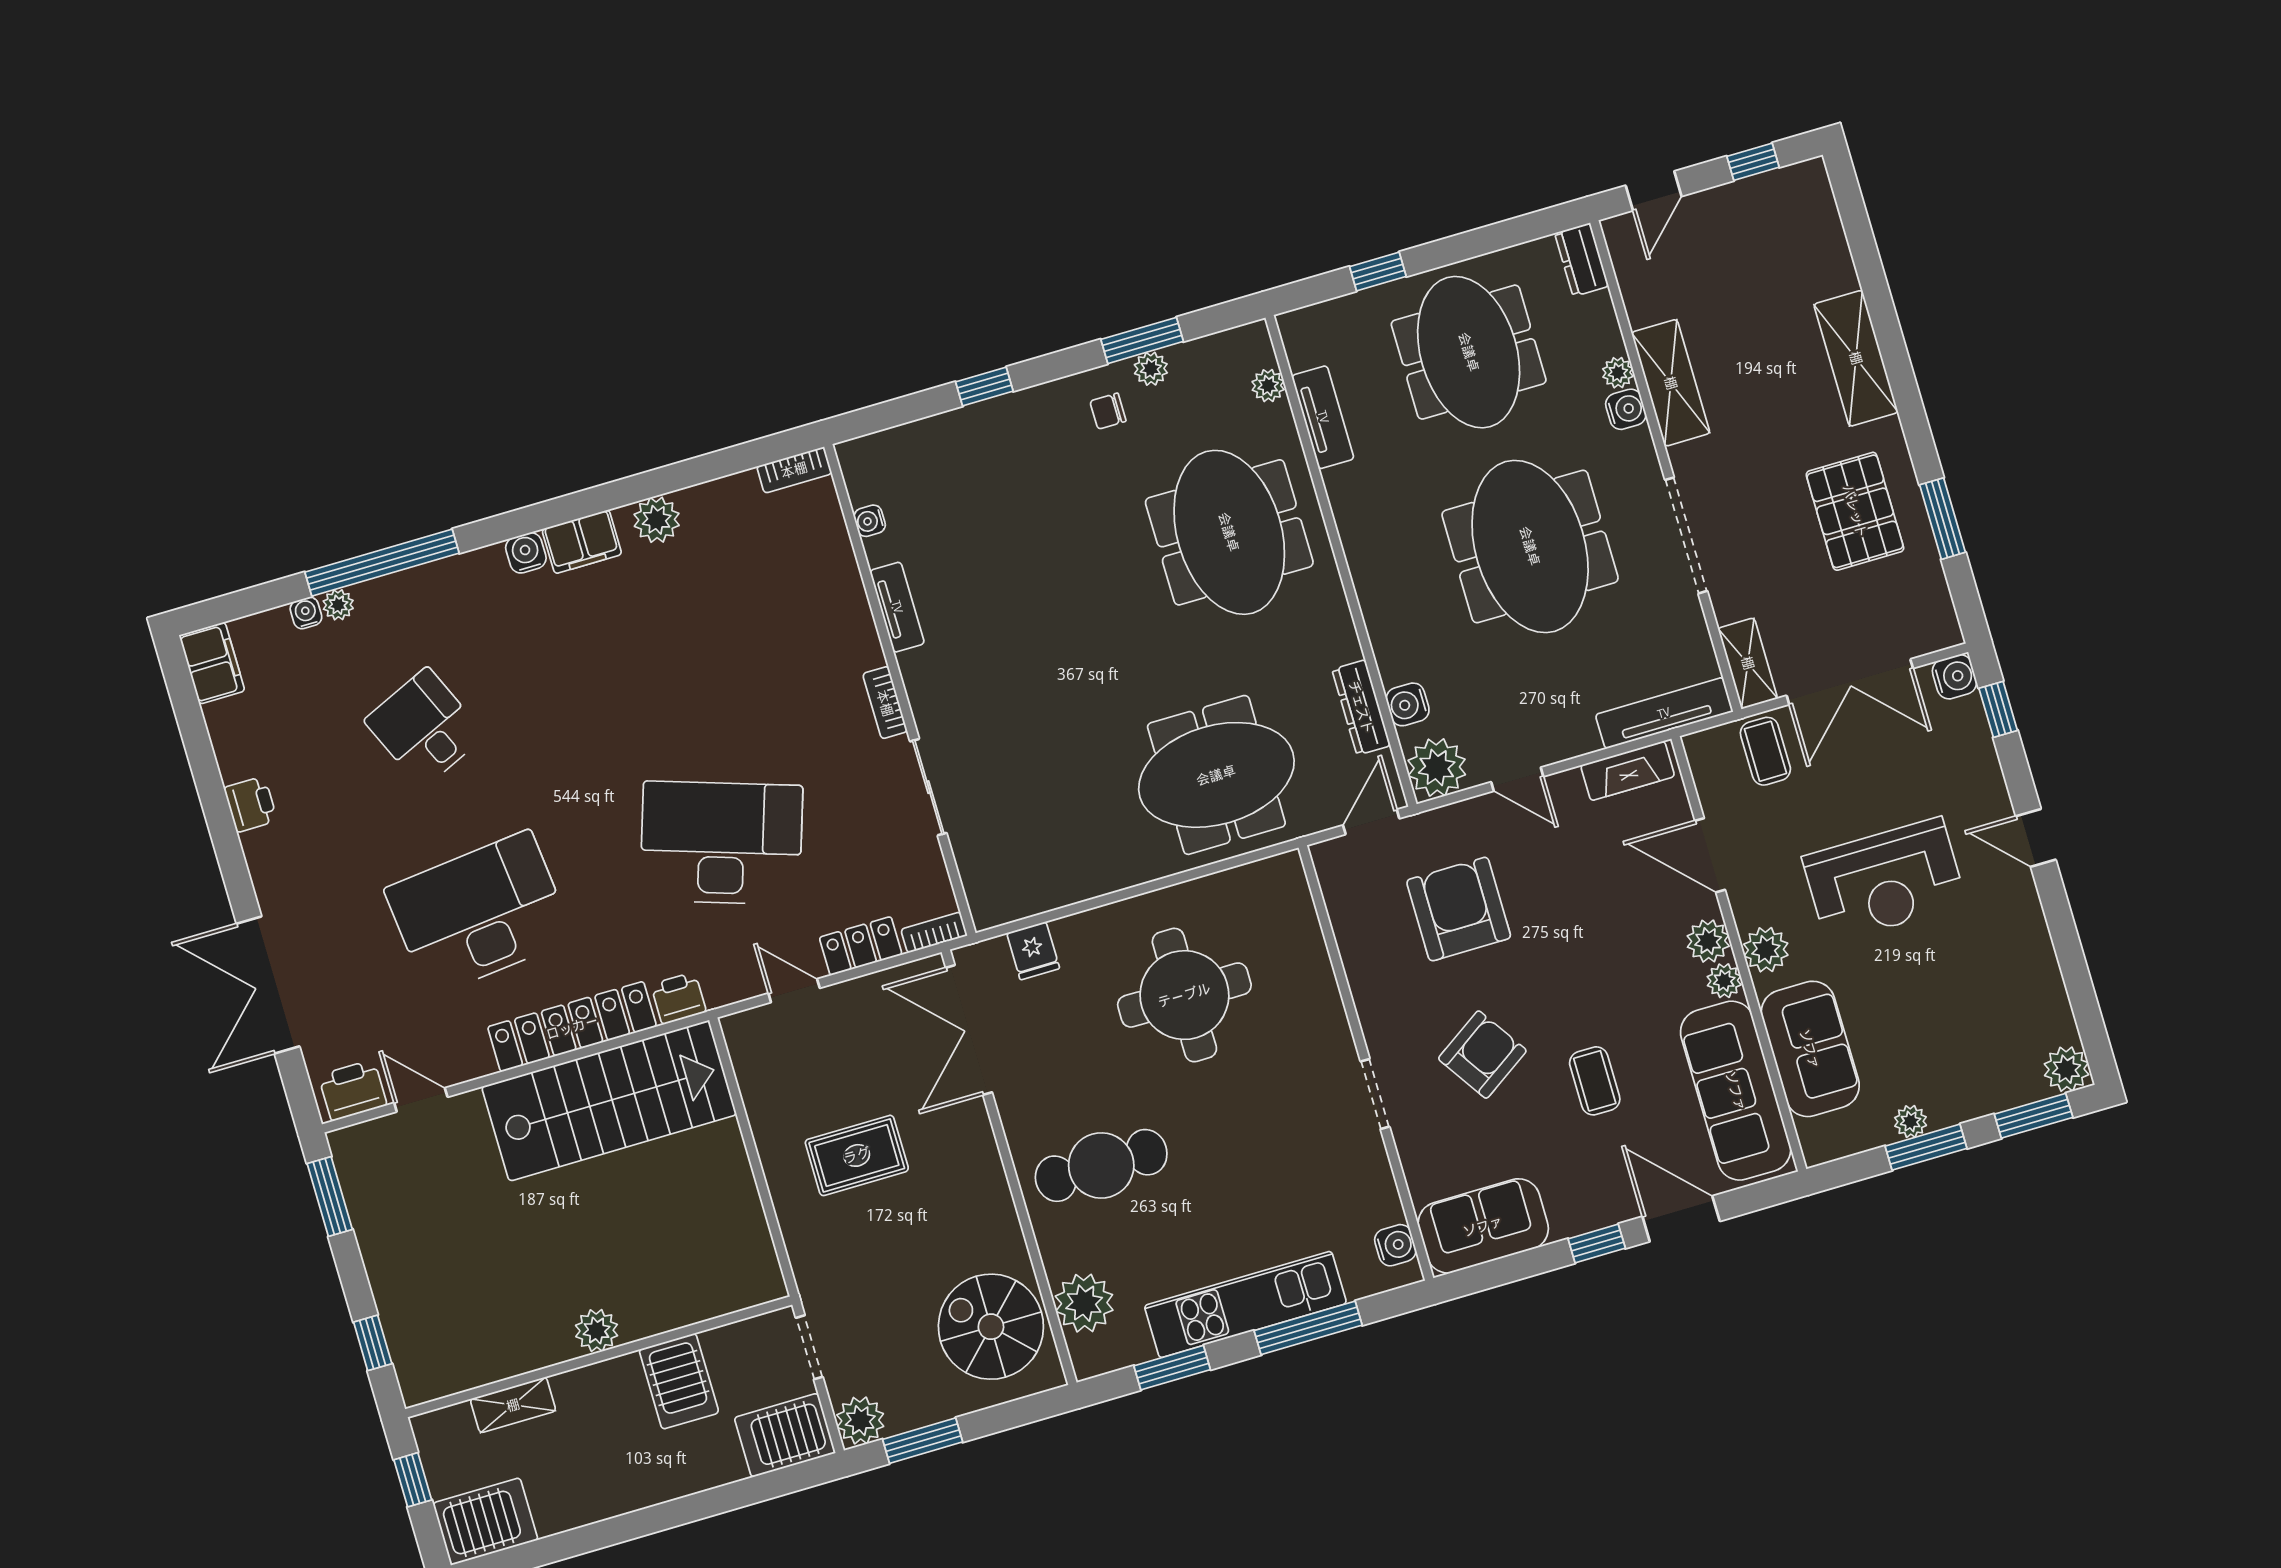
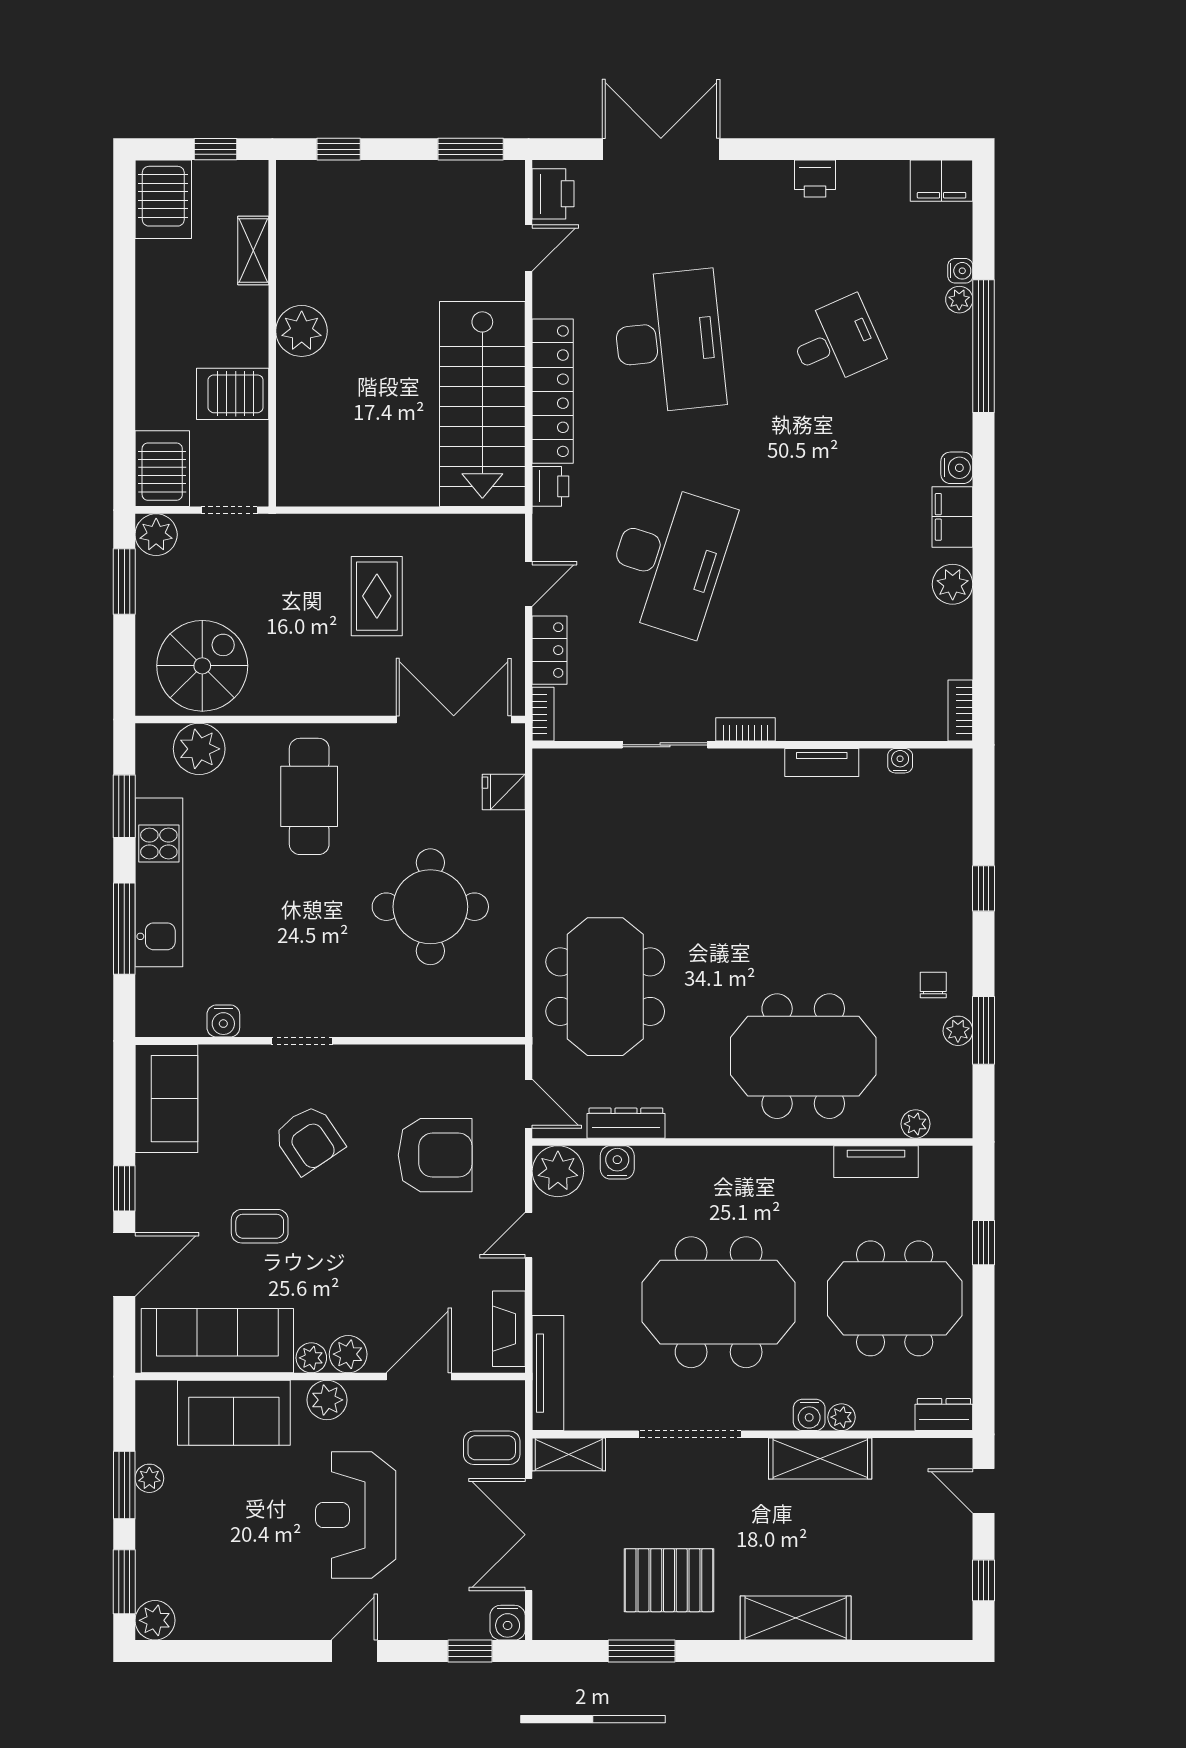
water cooler: (1395, 1245) -> (223, 1021), moved
plant: (597, 1331) -> (302, 331), width x1.36, depth x1.36

